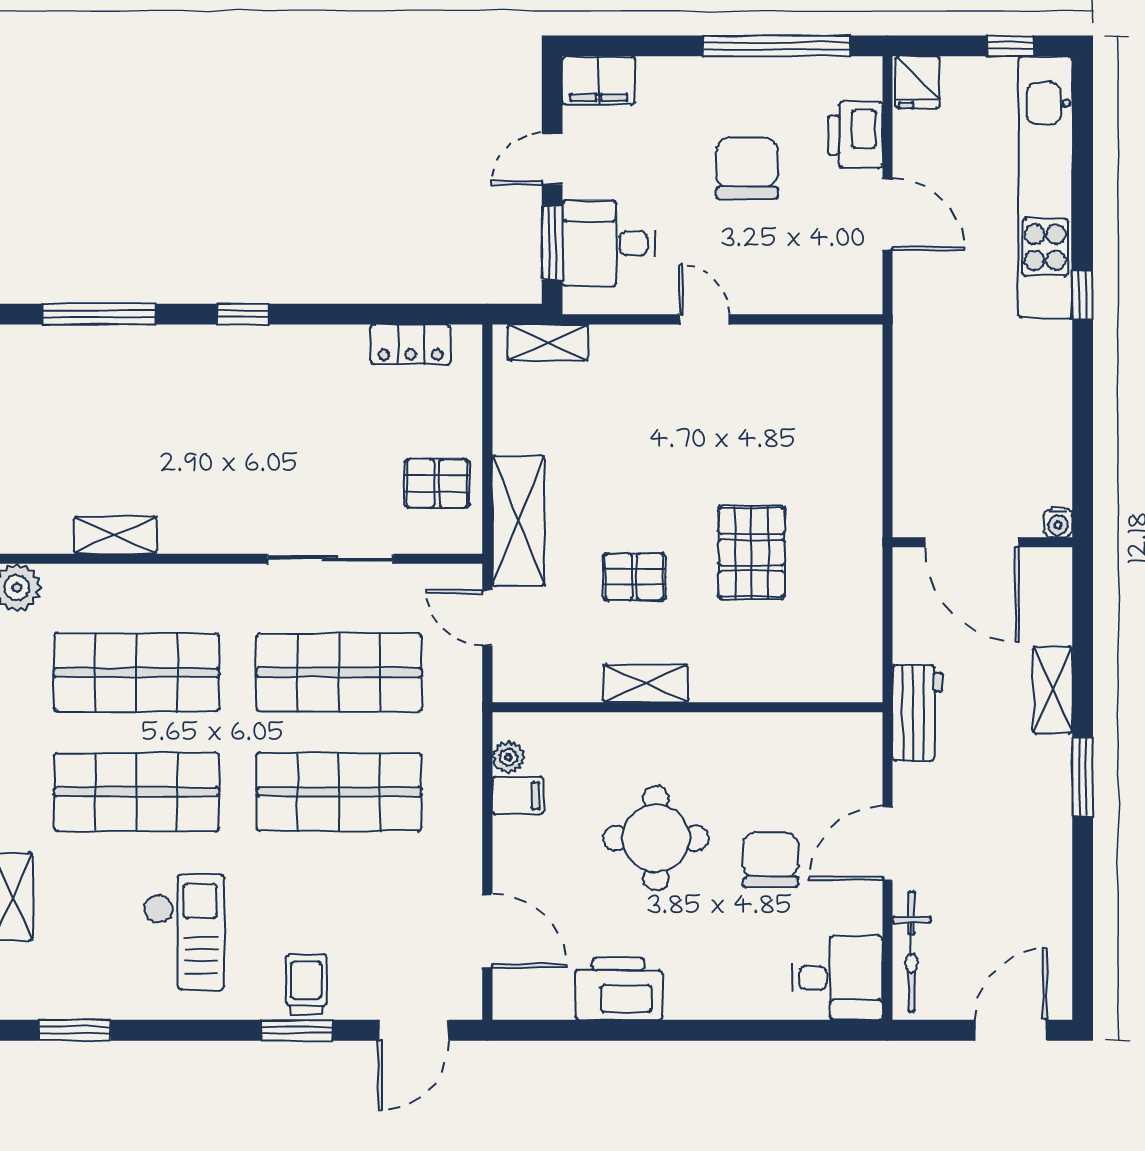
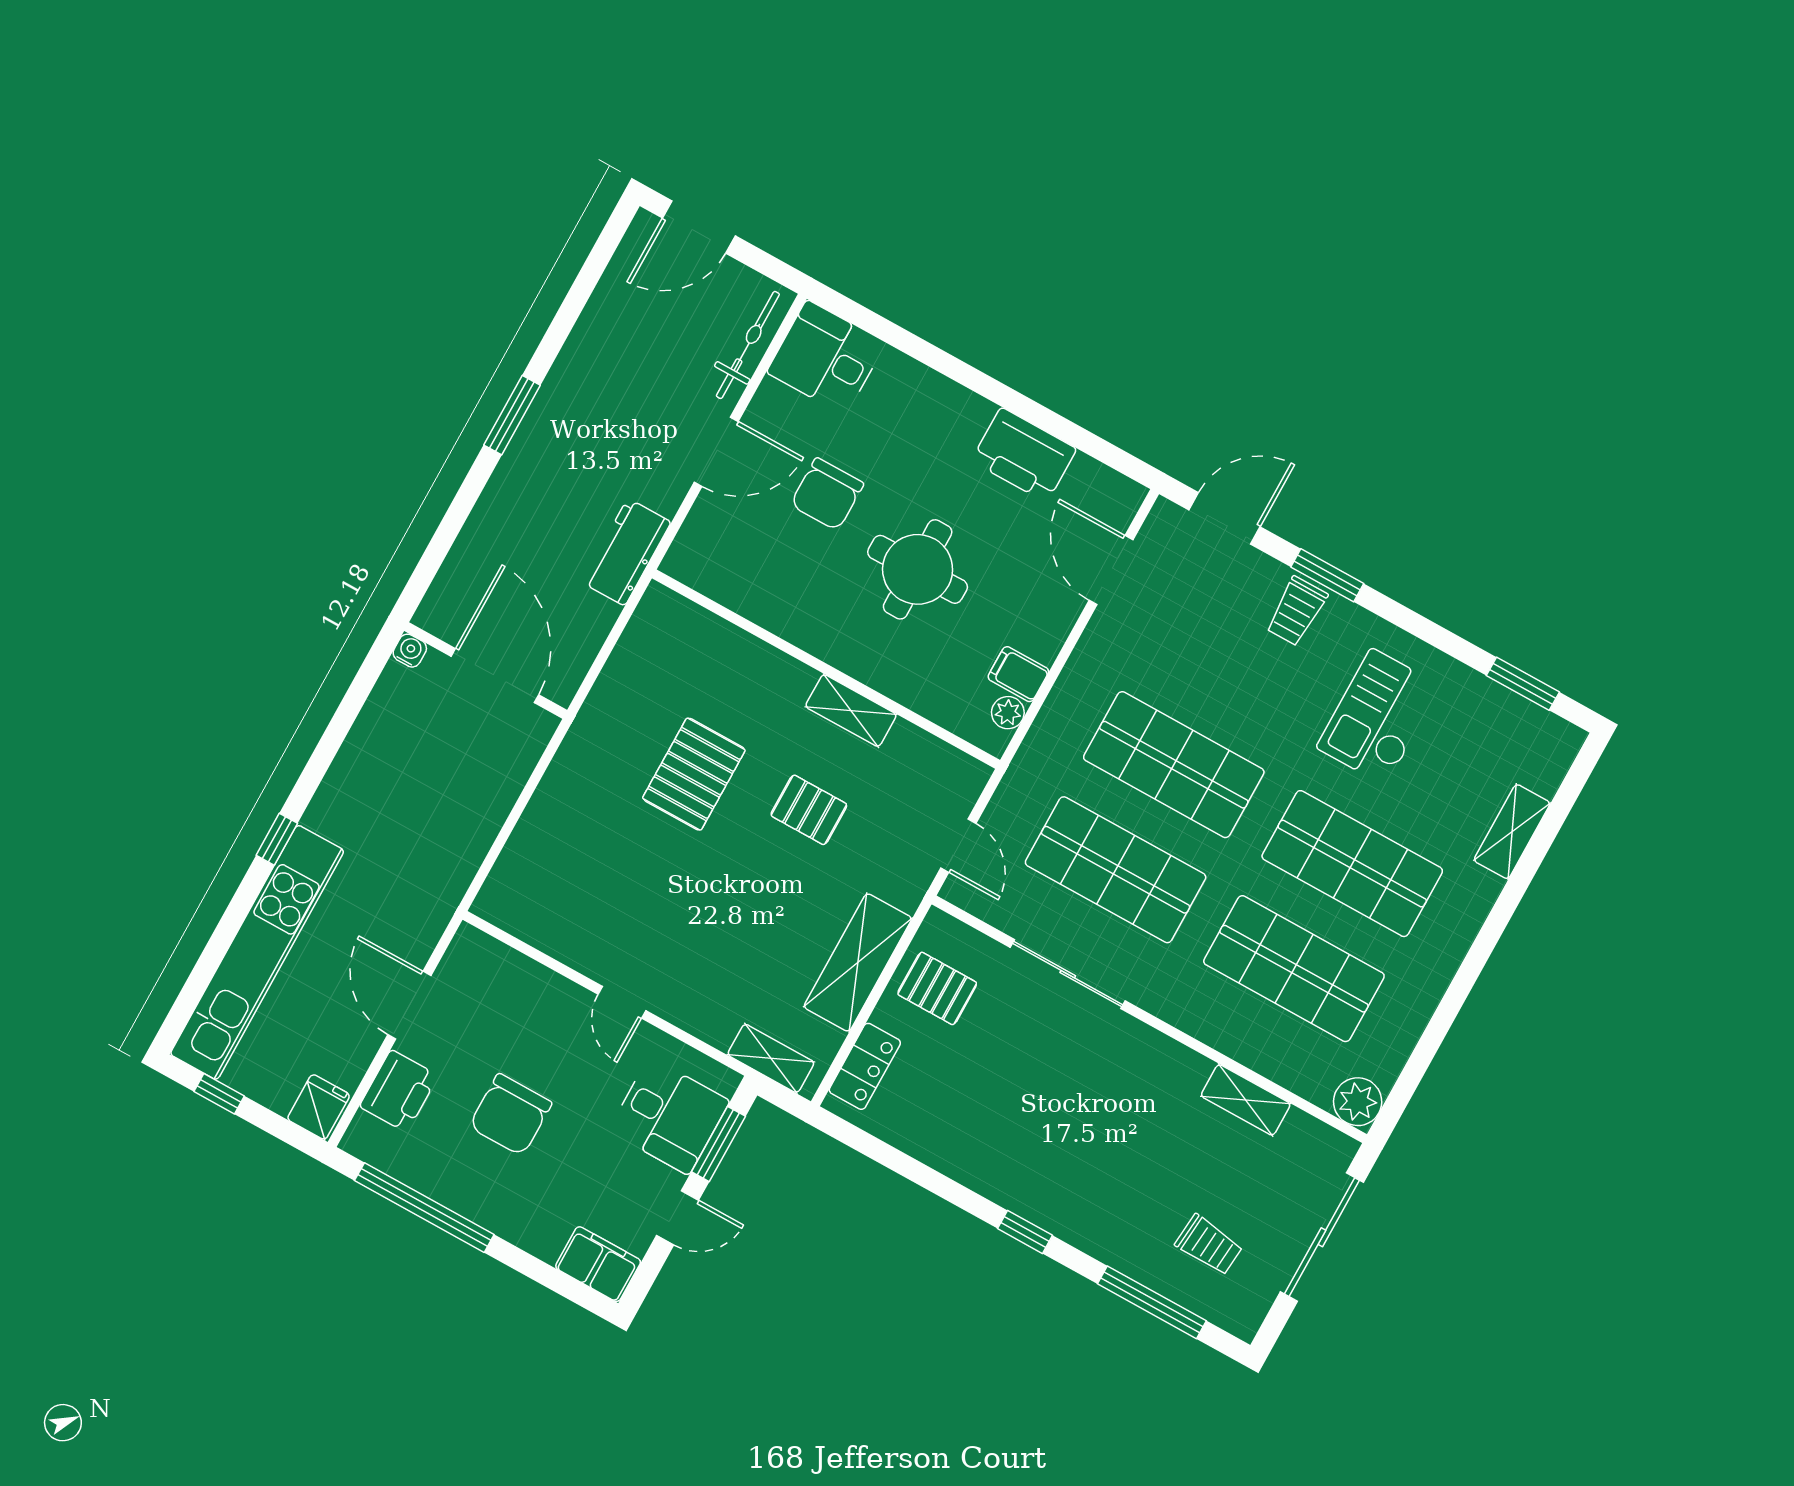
locker: (411, 344) -> (865, 1066), moved, turned 90
trolley: (77, 391) -> (1209, 1245), added
shelving: (518, 521) -> (858, 962), moved
shelving: (1053, 690) -> (496, 506), removed

